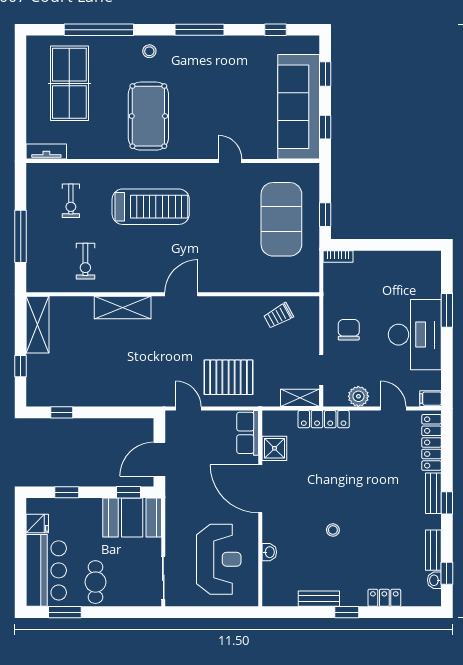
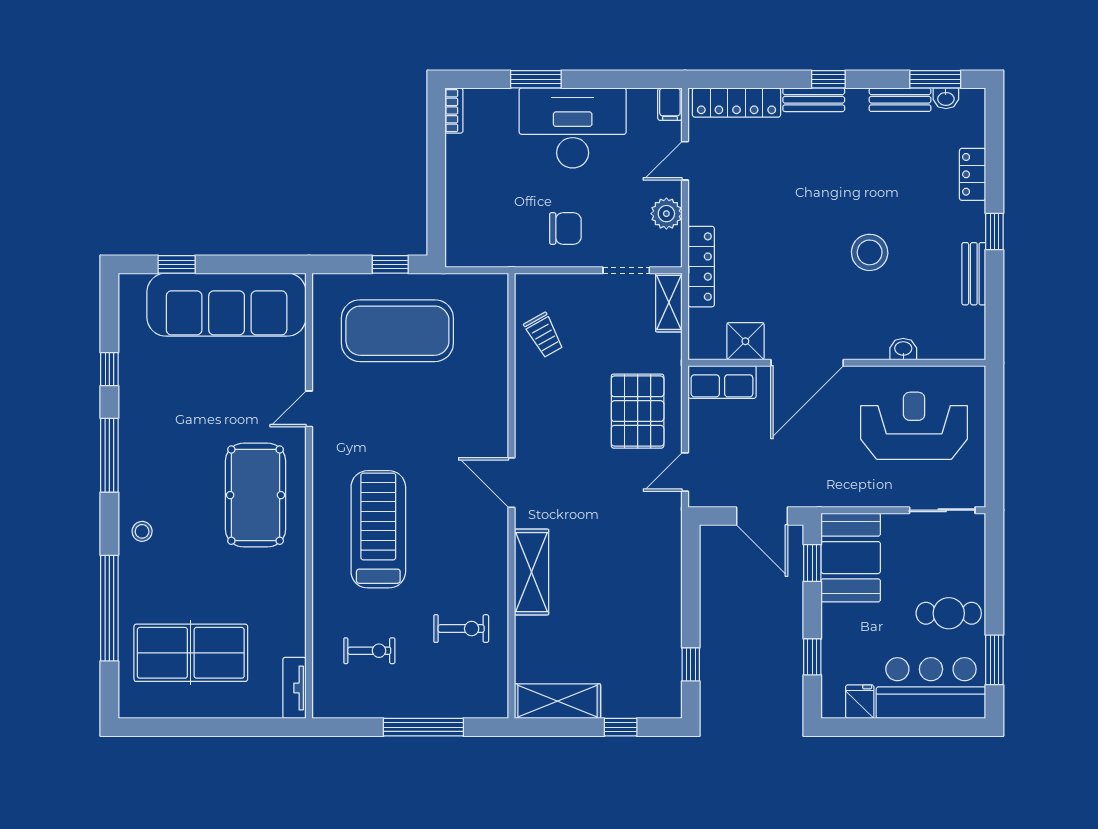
window: (275, 30) -> (109, 369), moved
pool table: (148, 116) -> (256, 495), moved, turned 90
window: (325, 127) -> (257, 264), removed
bookcase: (338, 256) -> (454, 111), moved
chair: (349, 330) -> (565, 228), turned 180
stool: (333, 530) -> (870, 252), width x1.89, depth x1.89
window: (447, 573) -> (935, 79), width x1.50

